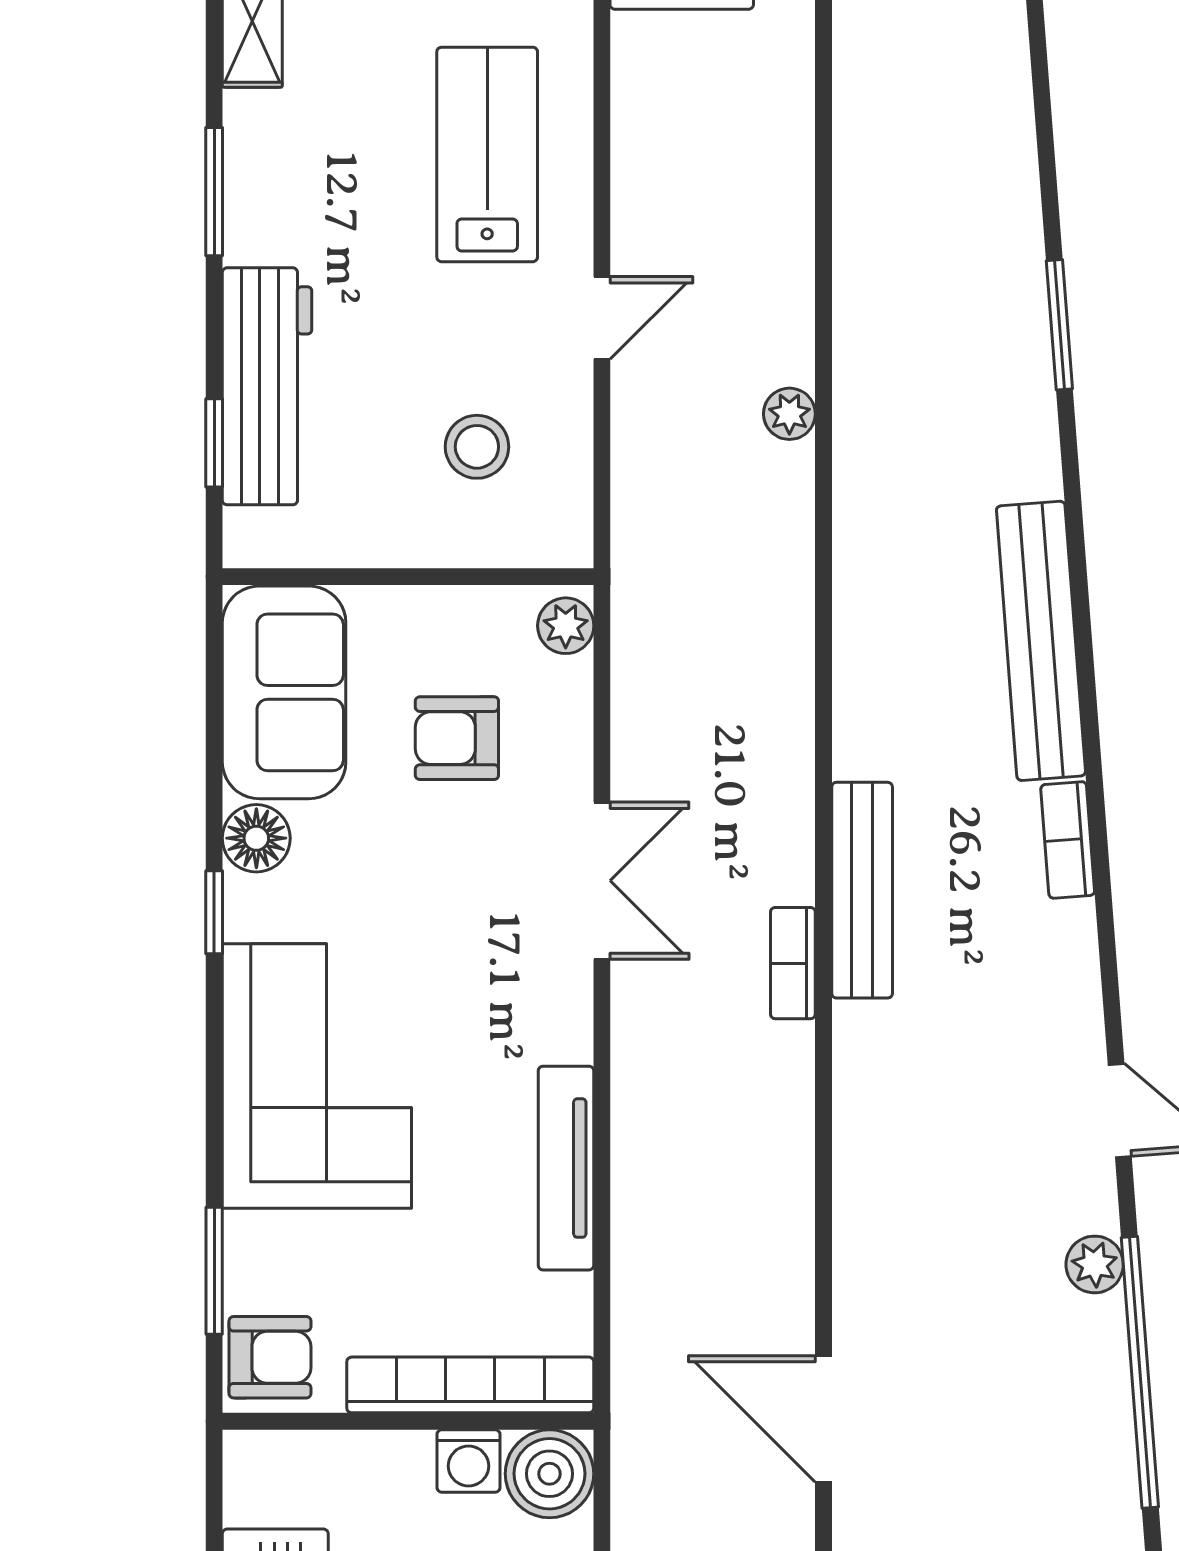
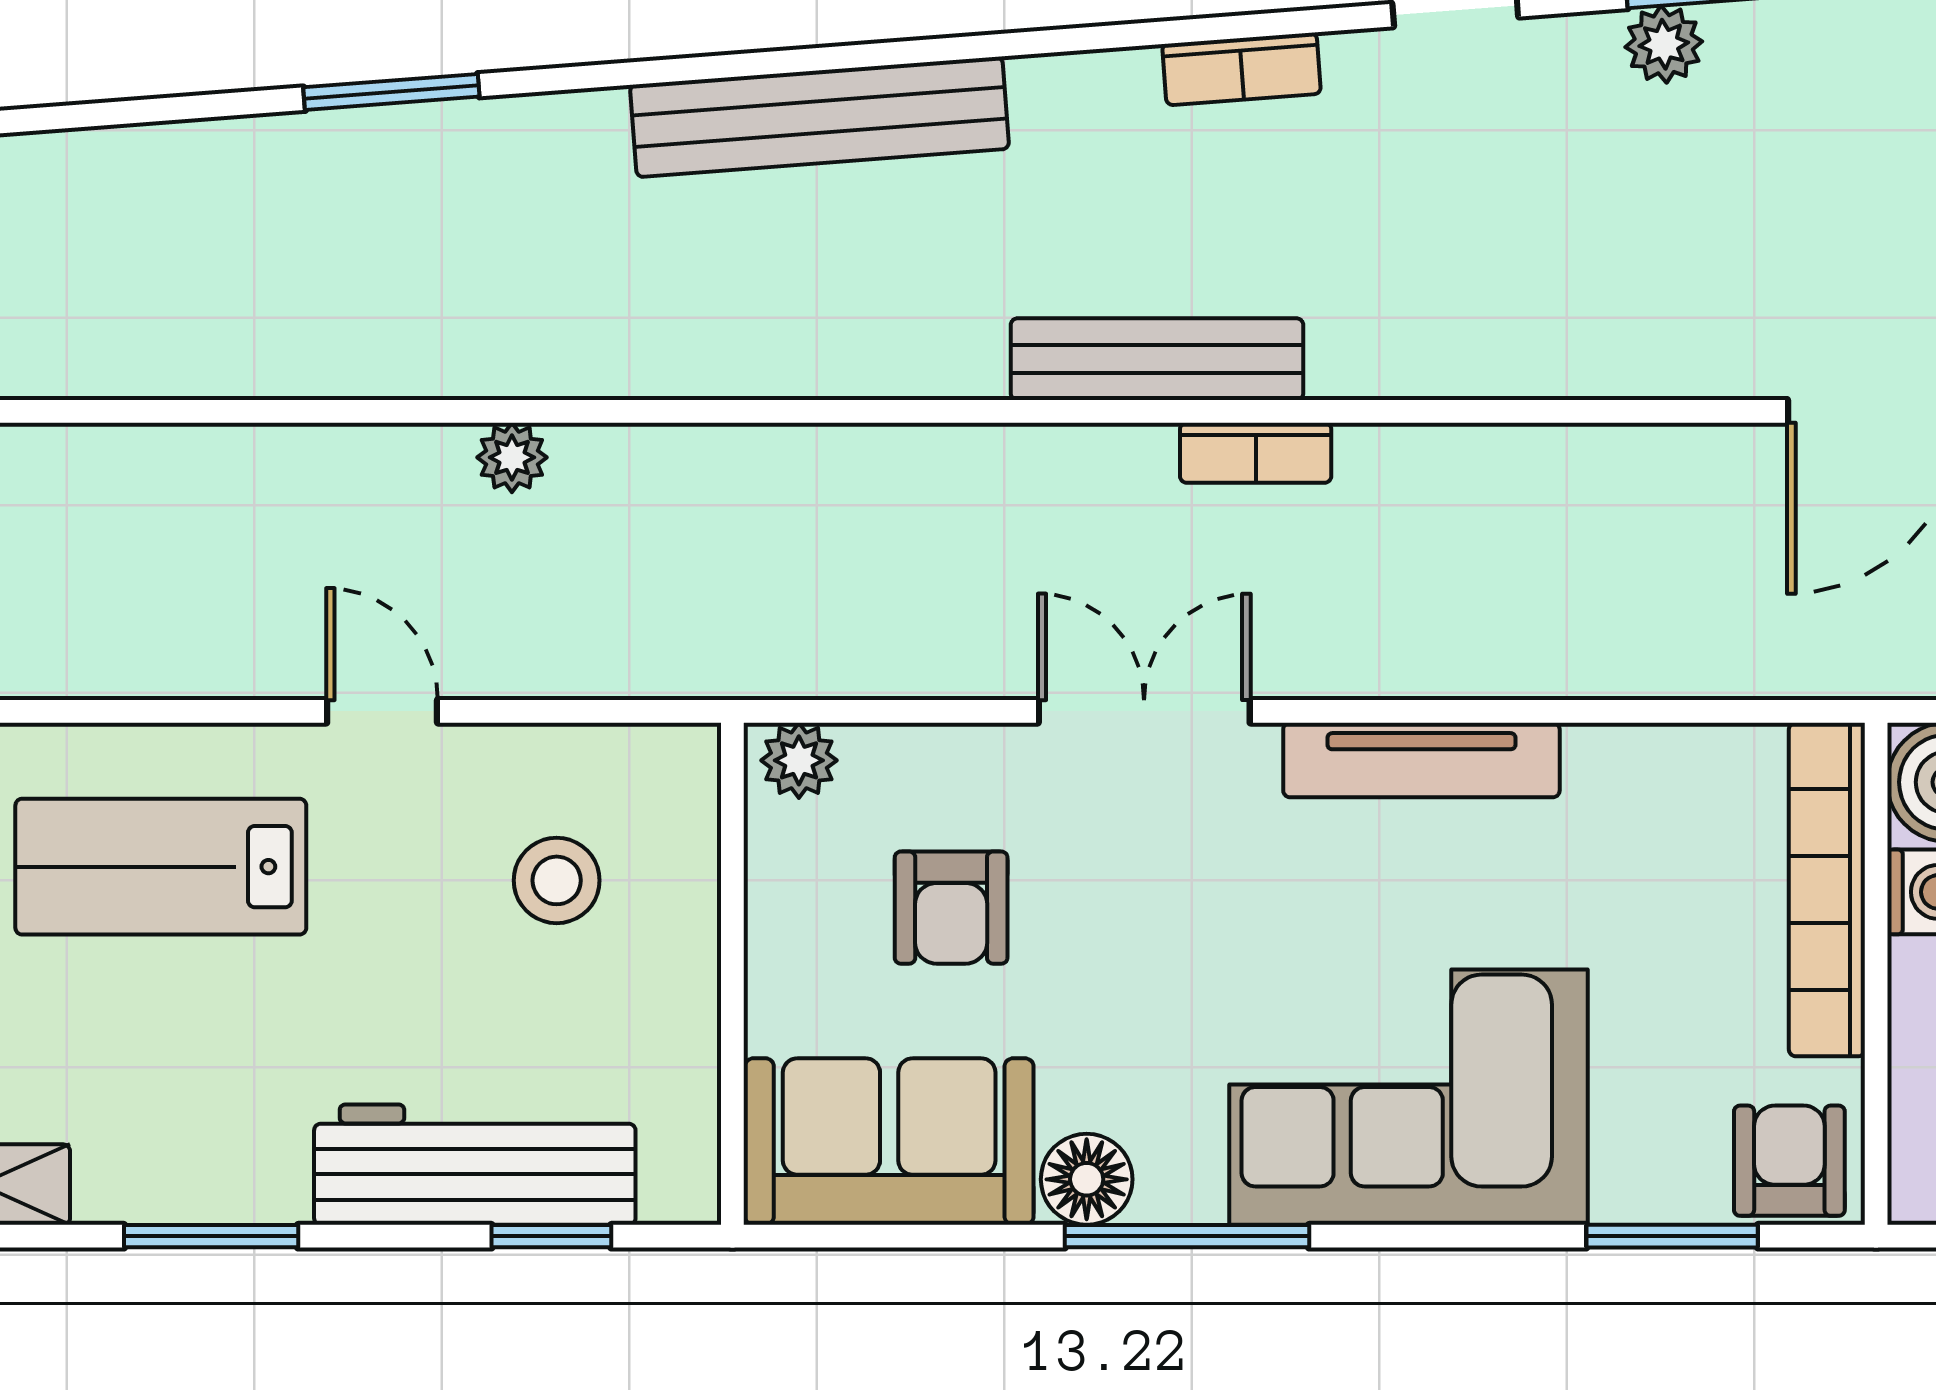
bookcase: (1068, 840) -> (1241, 69), moved
window: (214, 912) -> (1187, 1236), width x2.17
tv unit: (566, 1168) -> (1421, 760), moved

